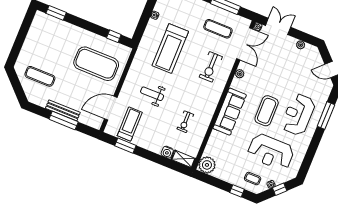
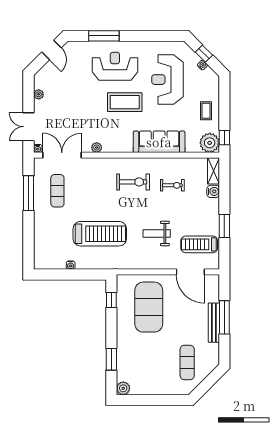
window: (56, 13) -> (111, 359), moved
plant: (40, 17) -> (123, 388), added
exercise bike: (211, 67) -> (133, 182), moved
weight bench: (152, 94) -> (157, 234), turned 90
sofa: (230, 112) -> (159, 142), moved
reception desk: (298, 115) -> (115, 66), turned 180
window: (125, 146) -> (224, 226), moved
reception desk: (271, 152) -> (167, 80), turned 180
coffee table: (253, 179) -> (206, 111), moved
window: (237, 191) -> (224, 138), moved

